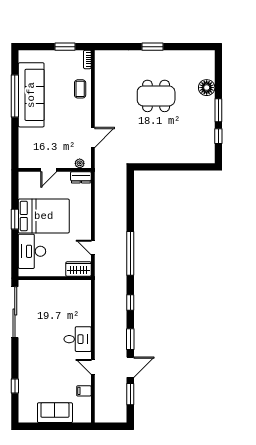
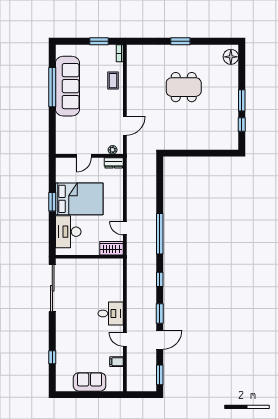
floor lamp: (207, 88) -> (231, 57), moved
window: (130, 394) -> (160, 375), moved

